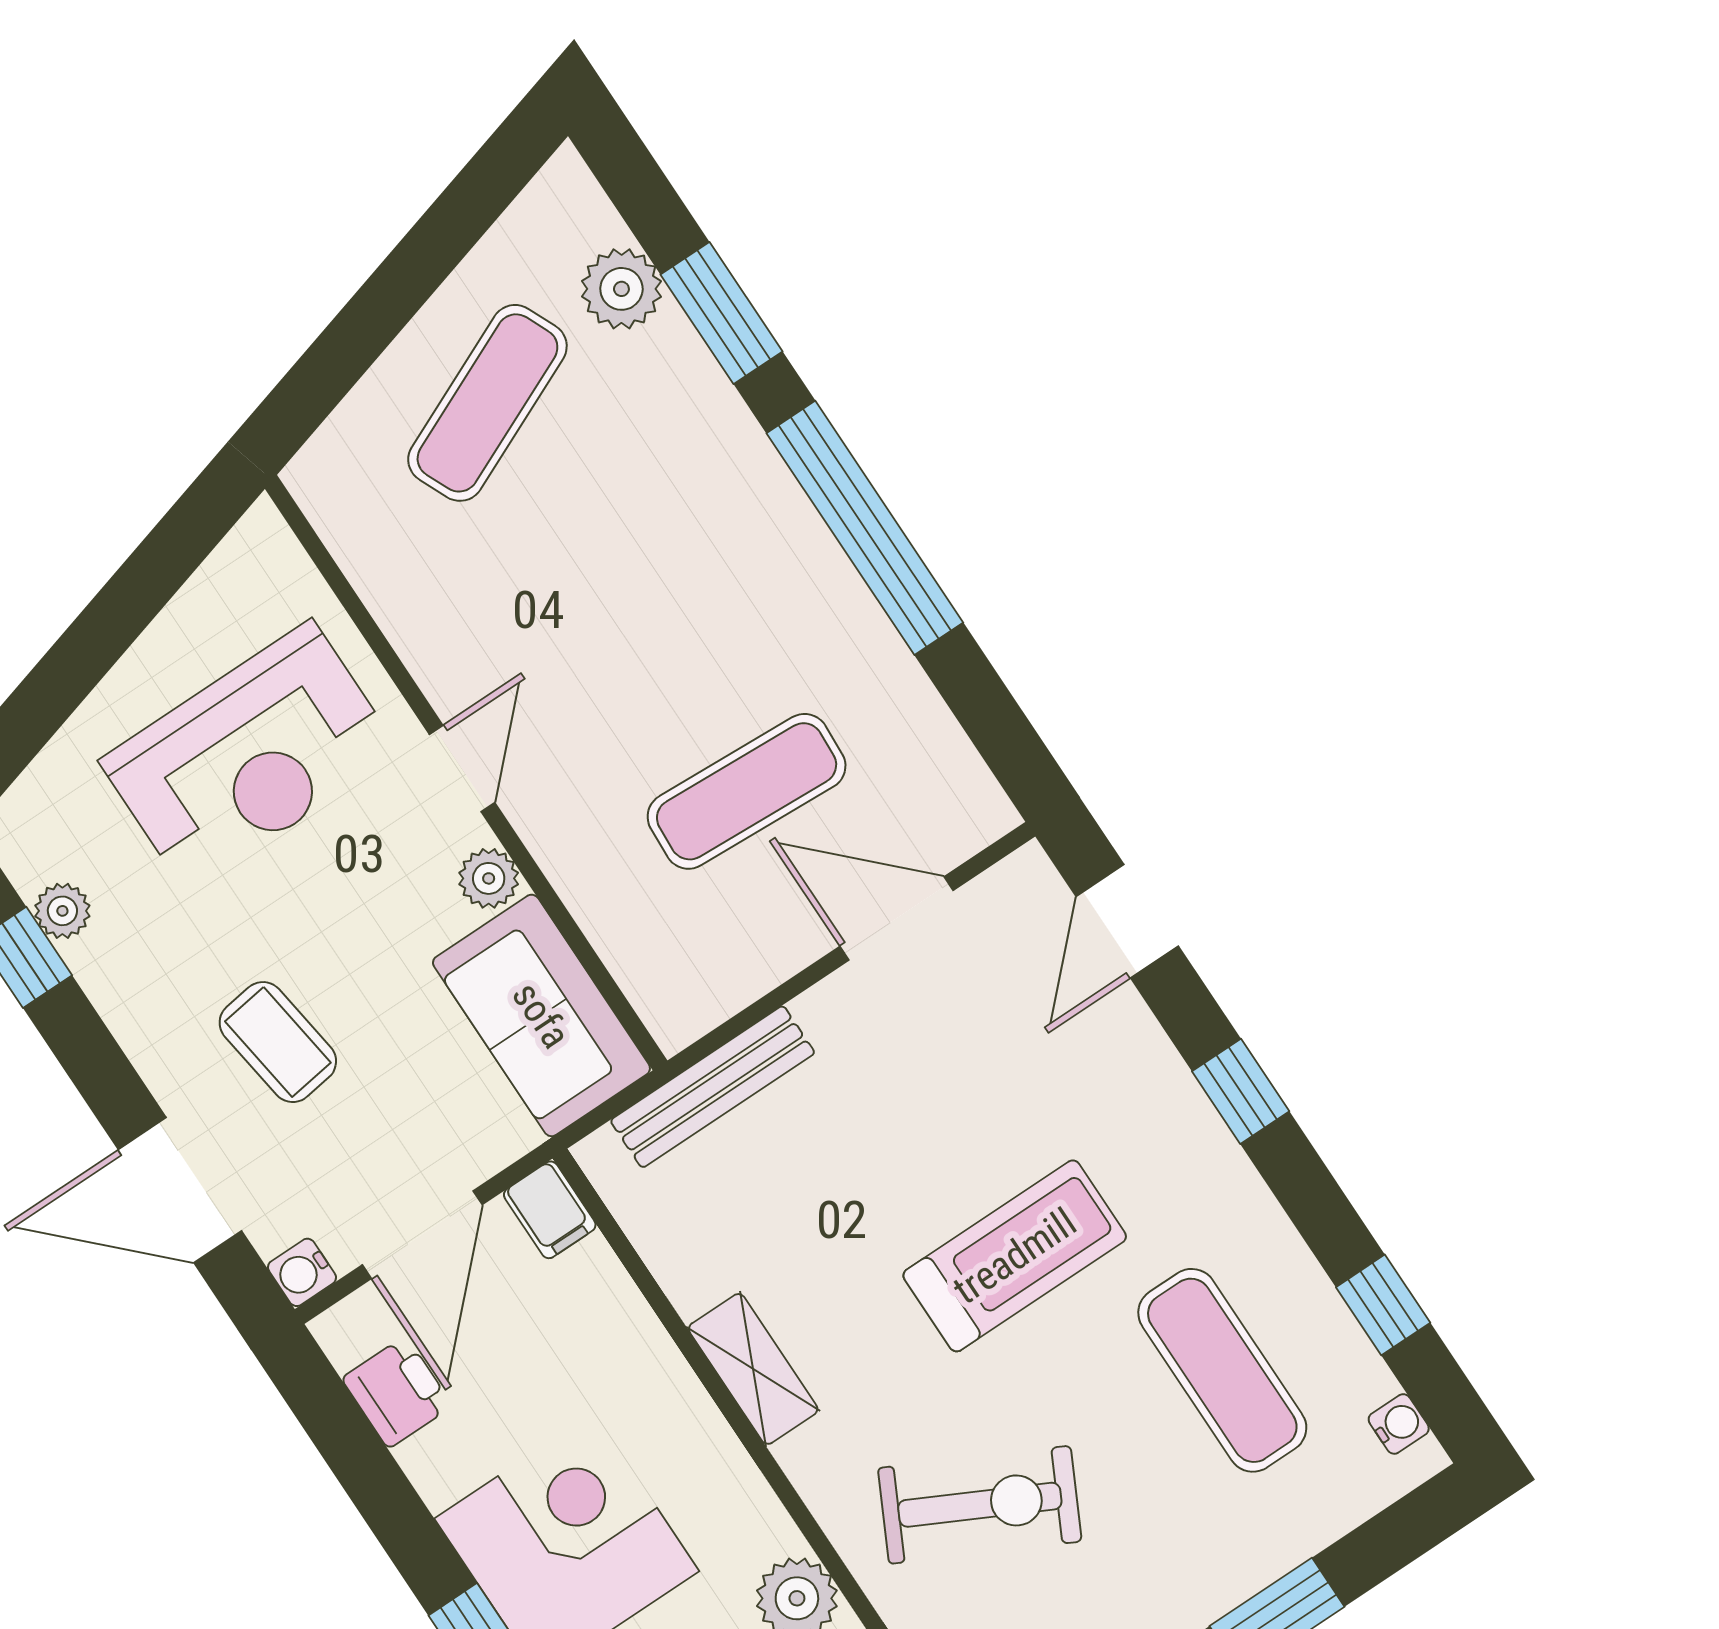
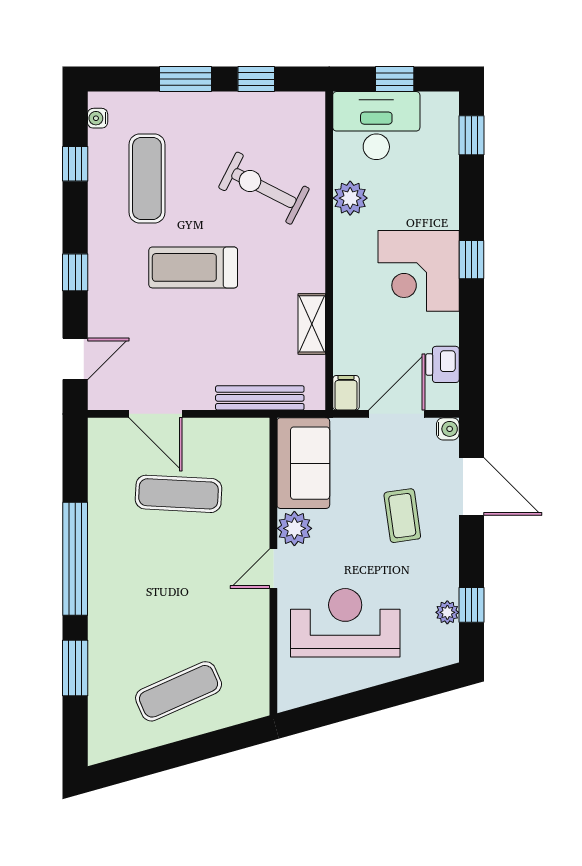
plant: (621, 289) -> (105, 700), removed
plant: (489, 878) -> (294, 528), width x1.38, depth x1.38
shelving: (753, 1369) -> (312, 324), moved

